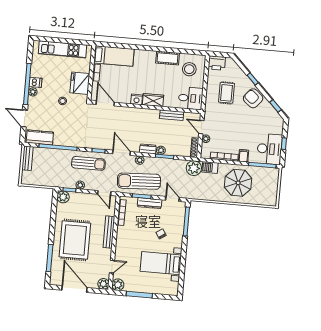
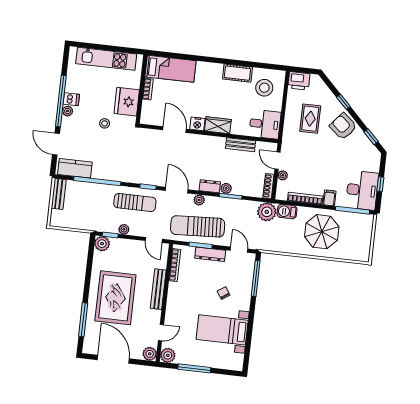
door: (105, 103) -> (175, 130), moved

